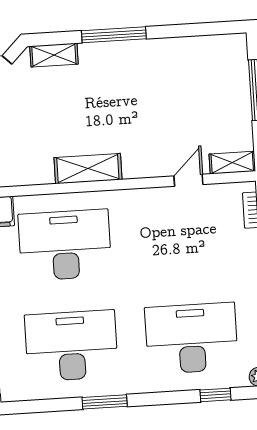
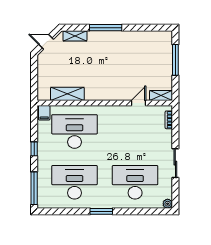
shelving: (88, 169) -> (67, 94), moved
window: (215, 395) -> (145, 211), removed
window: (105, 402) -> (101, 211), moved

